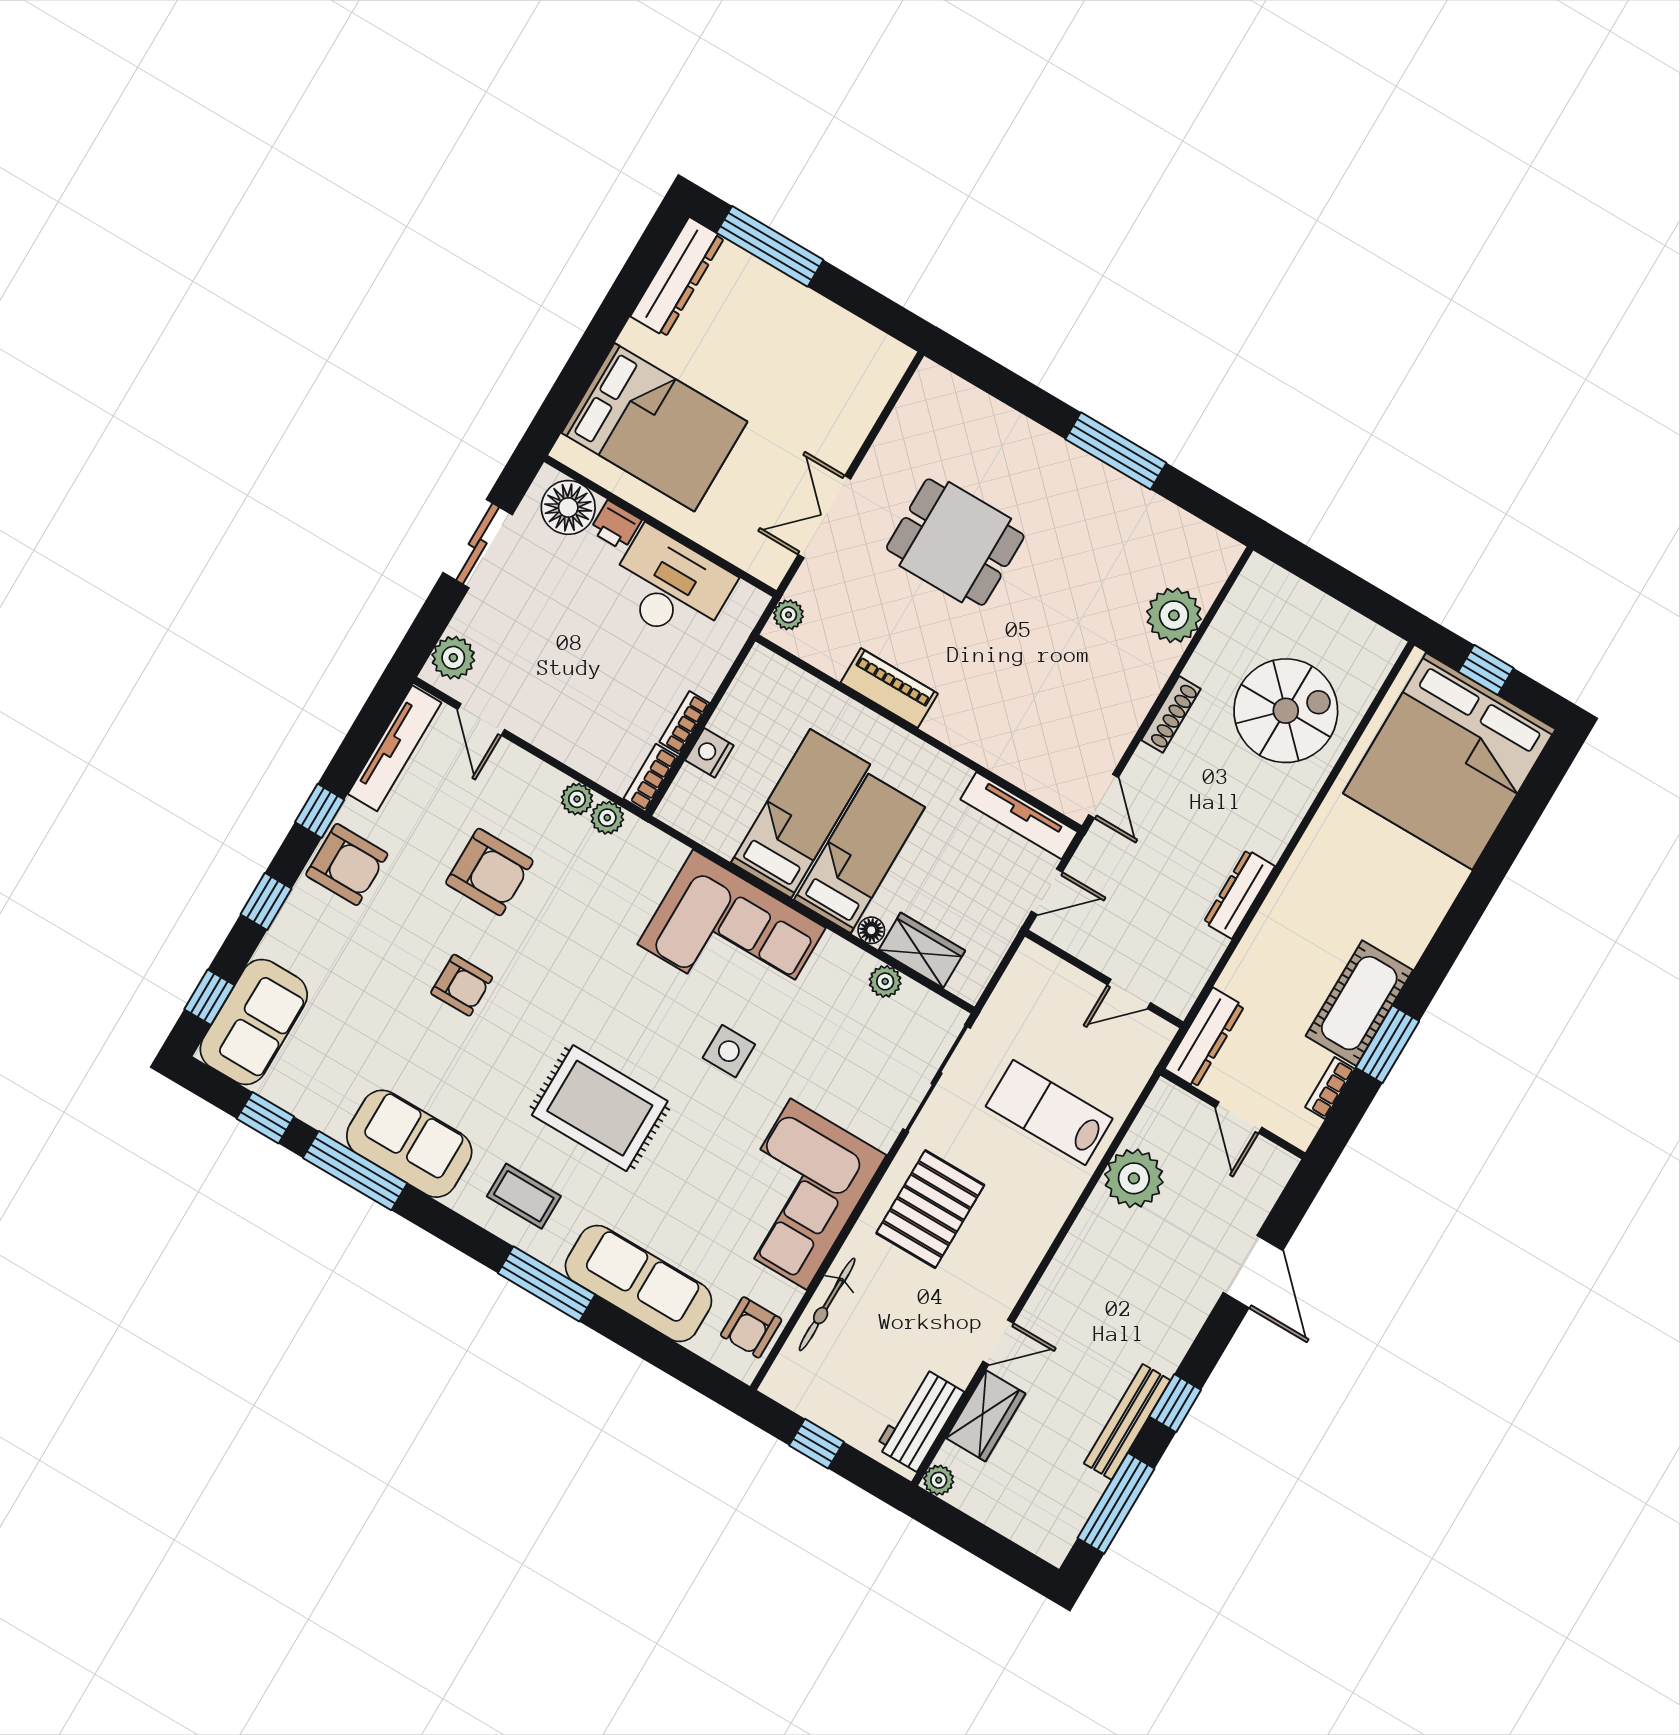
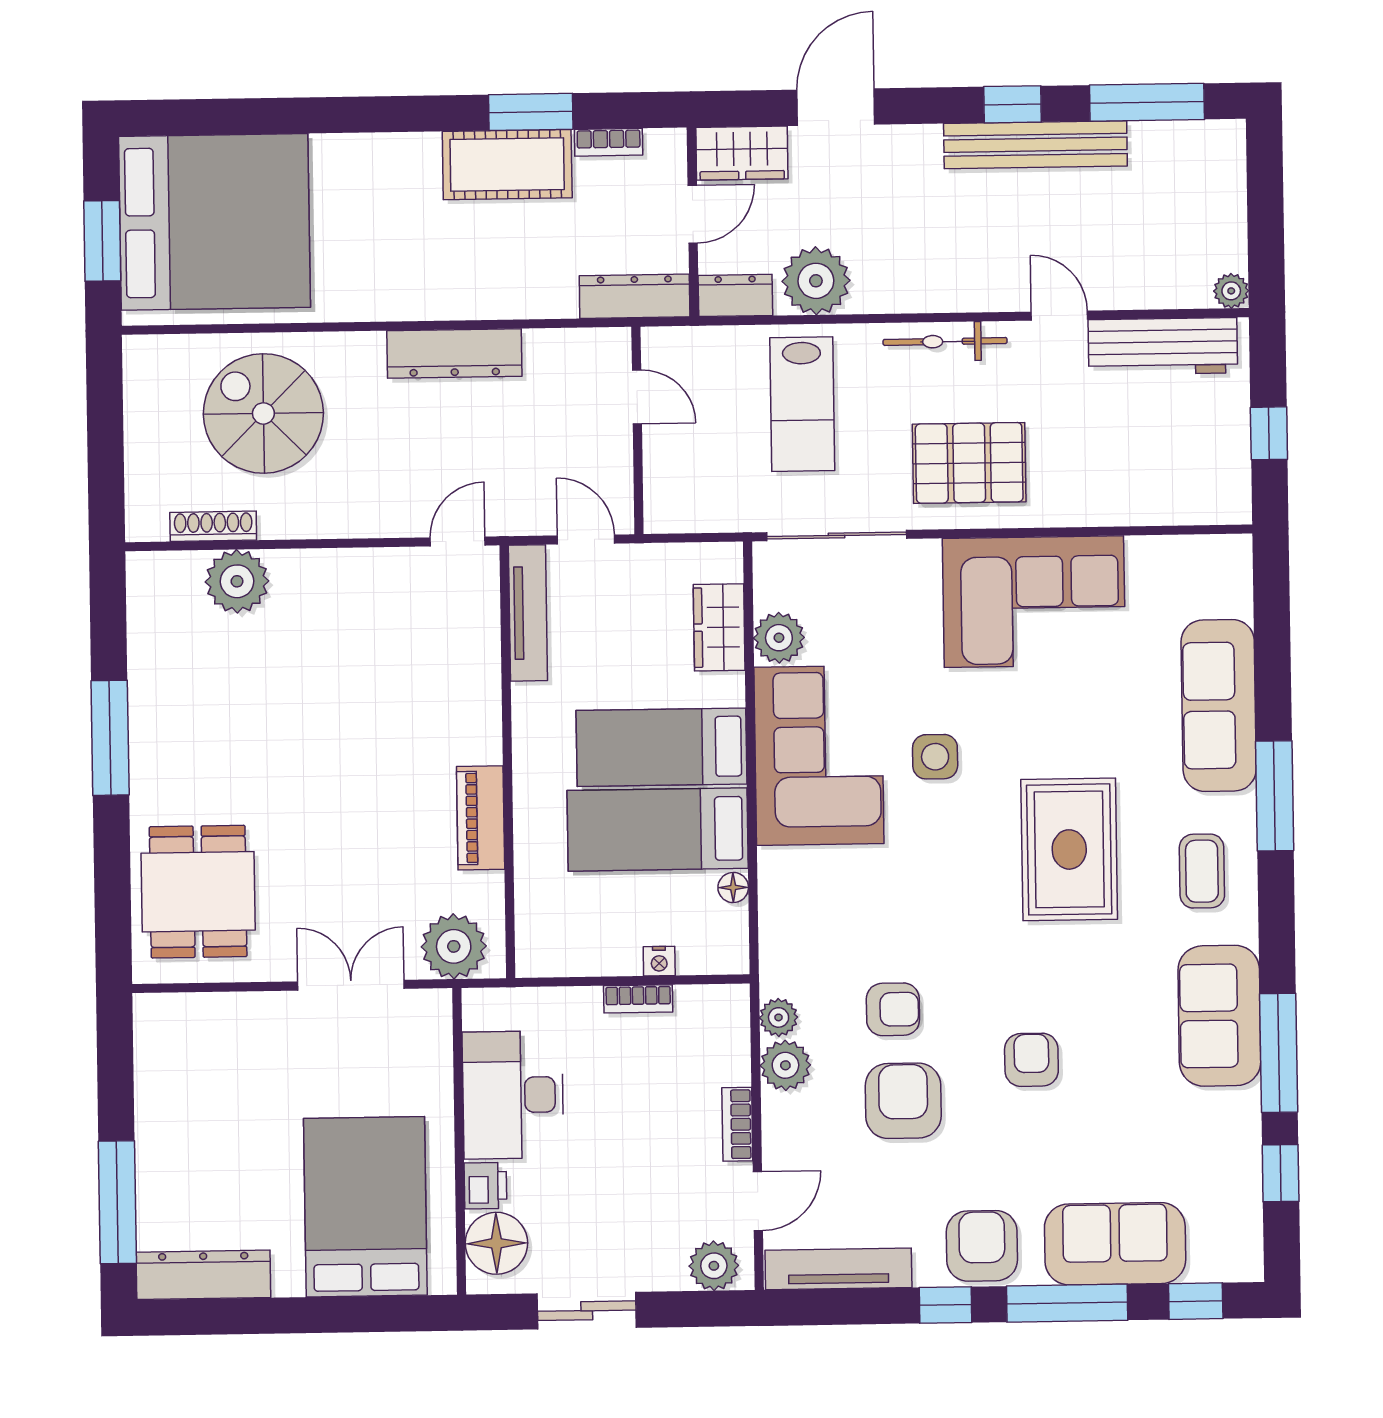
double door: (824, 517) -> (351, 985), swing flipped
dining table: (955, 542) -> (198, 892), moved
plant: (789, 615) -> (454, 946), width x1.88, depth x1.88
window: (1486, 670) -> (102, 241), width x1.50
shoe rack: (1171, 714) -> (213, 526), moved
nightstand: (709, 753) -> (659, 961), width x0.72, depth x0.74
bookcase: (651, 778) -> (737, 1124), moved, turned 90
plant: (577, 799) -> (785, 1065), width x1.38, depth x1.38
dresser: (1239, 894) -> (454, 354), width x1.37, depth x1.24
window: (266, 901) -> (1067, 1303), width x2.17
floor lamp: (871, 930) -> (733, 887), moved
corner sofa: (731, 936) -> (819, 755), moved
plant: (885, 981) -> (779, 638), width x1.38, depth x1.38
sofa: (254, 1022) -> (1115, 1244), moved
dresser: (1160, 1112) -> (735, 295), added
bicycle: (827, 1304) -> (945, 341), moved, turned 180
armchair: (751, 1327) -> (893, 1009), moved
wardrobe: (986, 1416) -> (742, 153), moved, turned 180
workbench: (920, 1420) -> (1163, 346), width x1.38
bench: (1127, 1422) -> (1035, 145), width x1.37, depth x1.21

